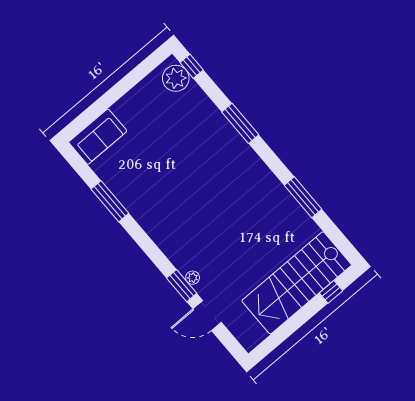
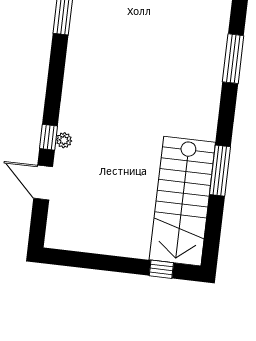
stairs: (297, 283) -> (182, 201), moved, turned -90
window: (182, 286) -> (49, 137), width x0.67

